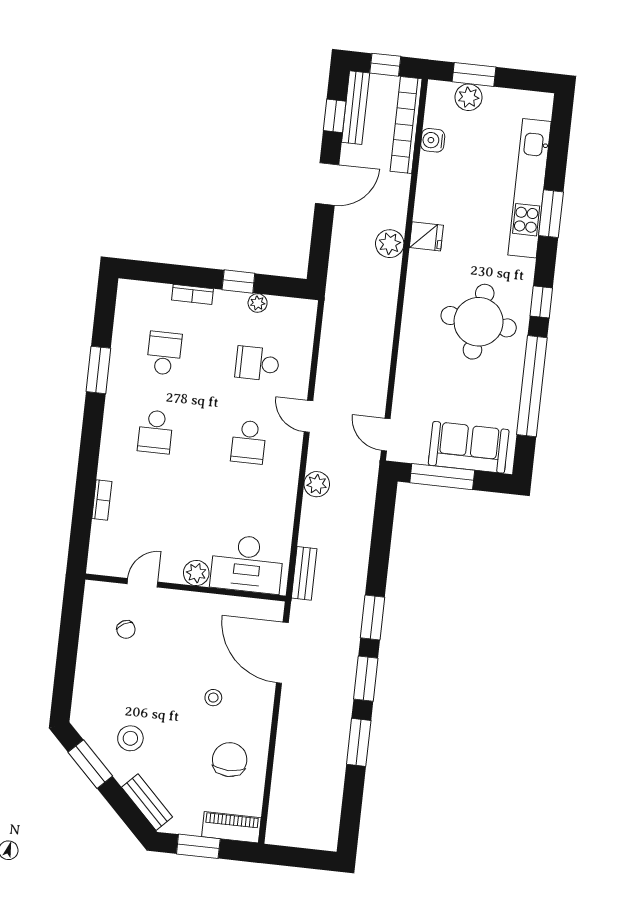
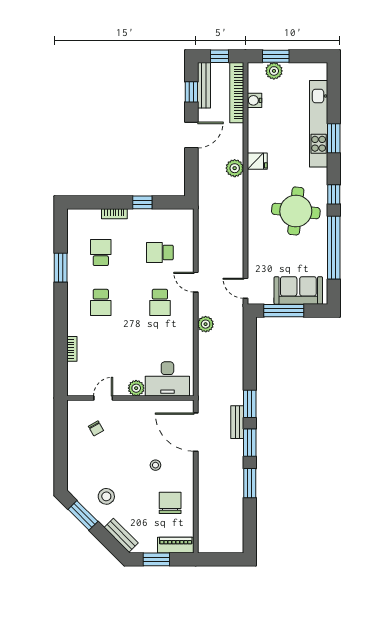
plant: (258, 303) -> (156, 215), removed
bench: (304, 573) -> (237, 422), moved

